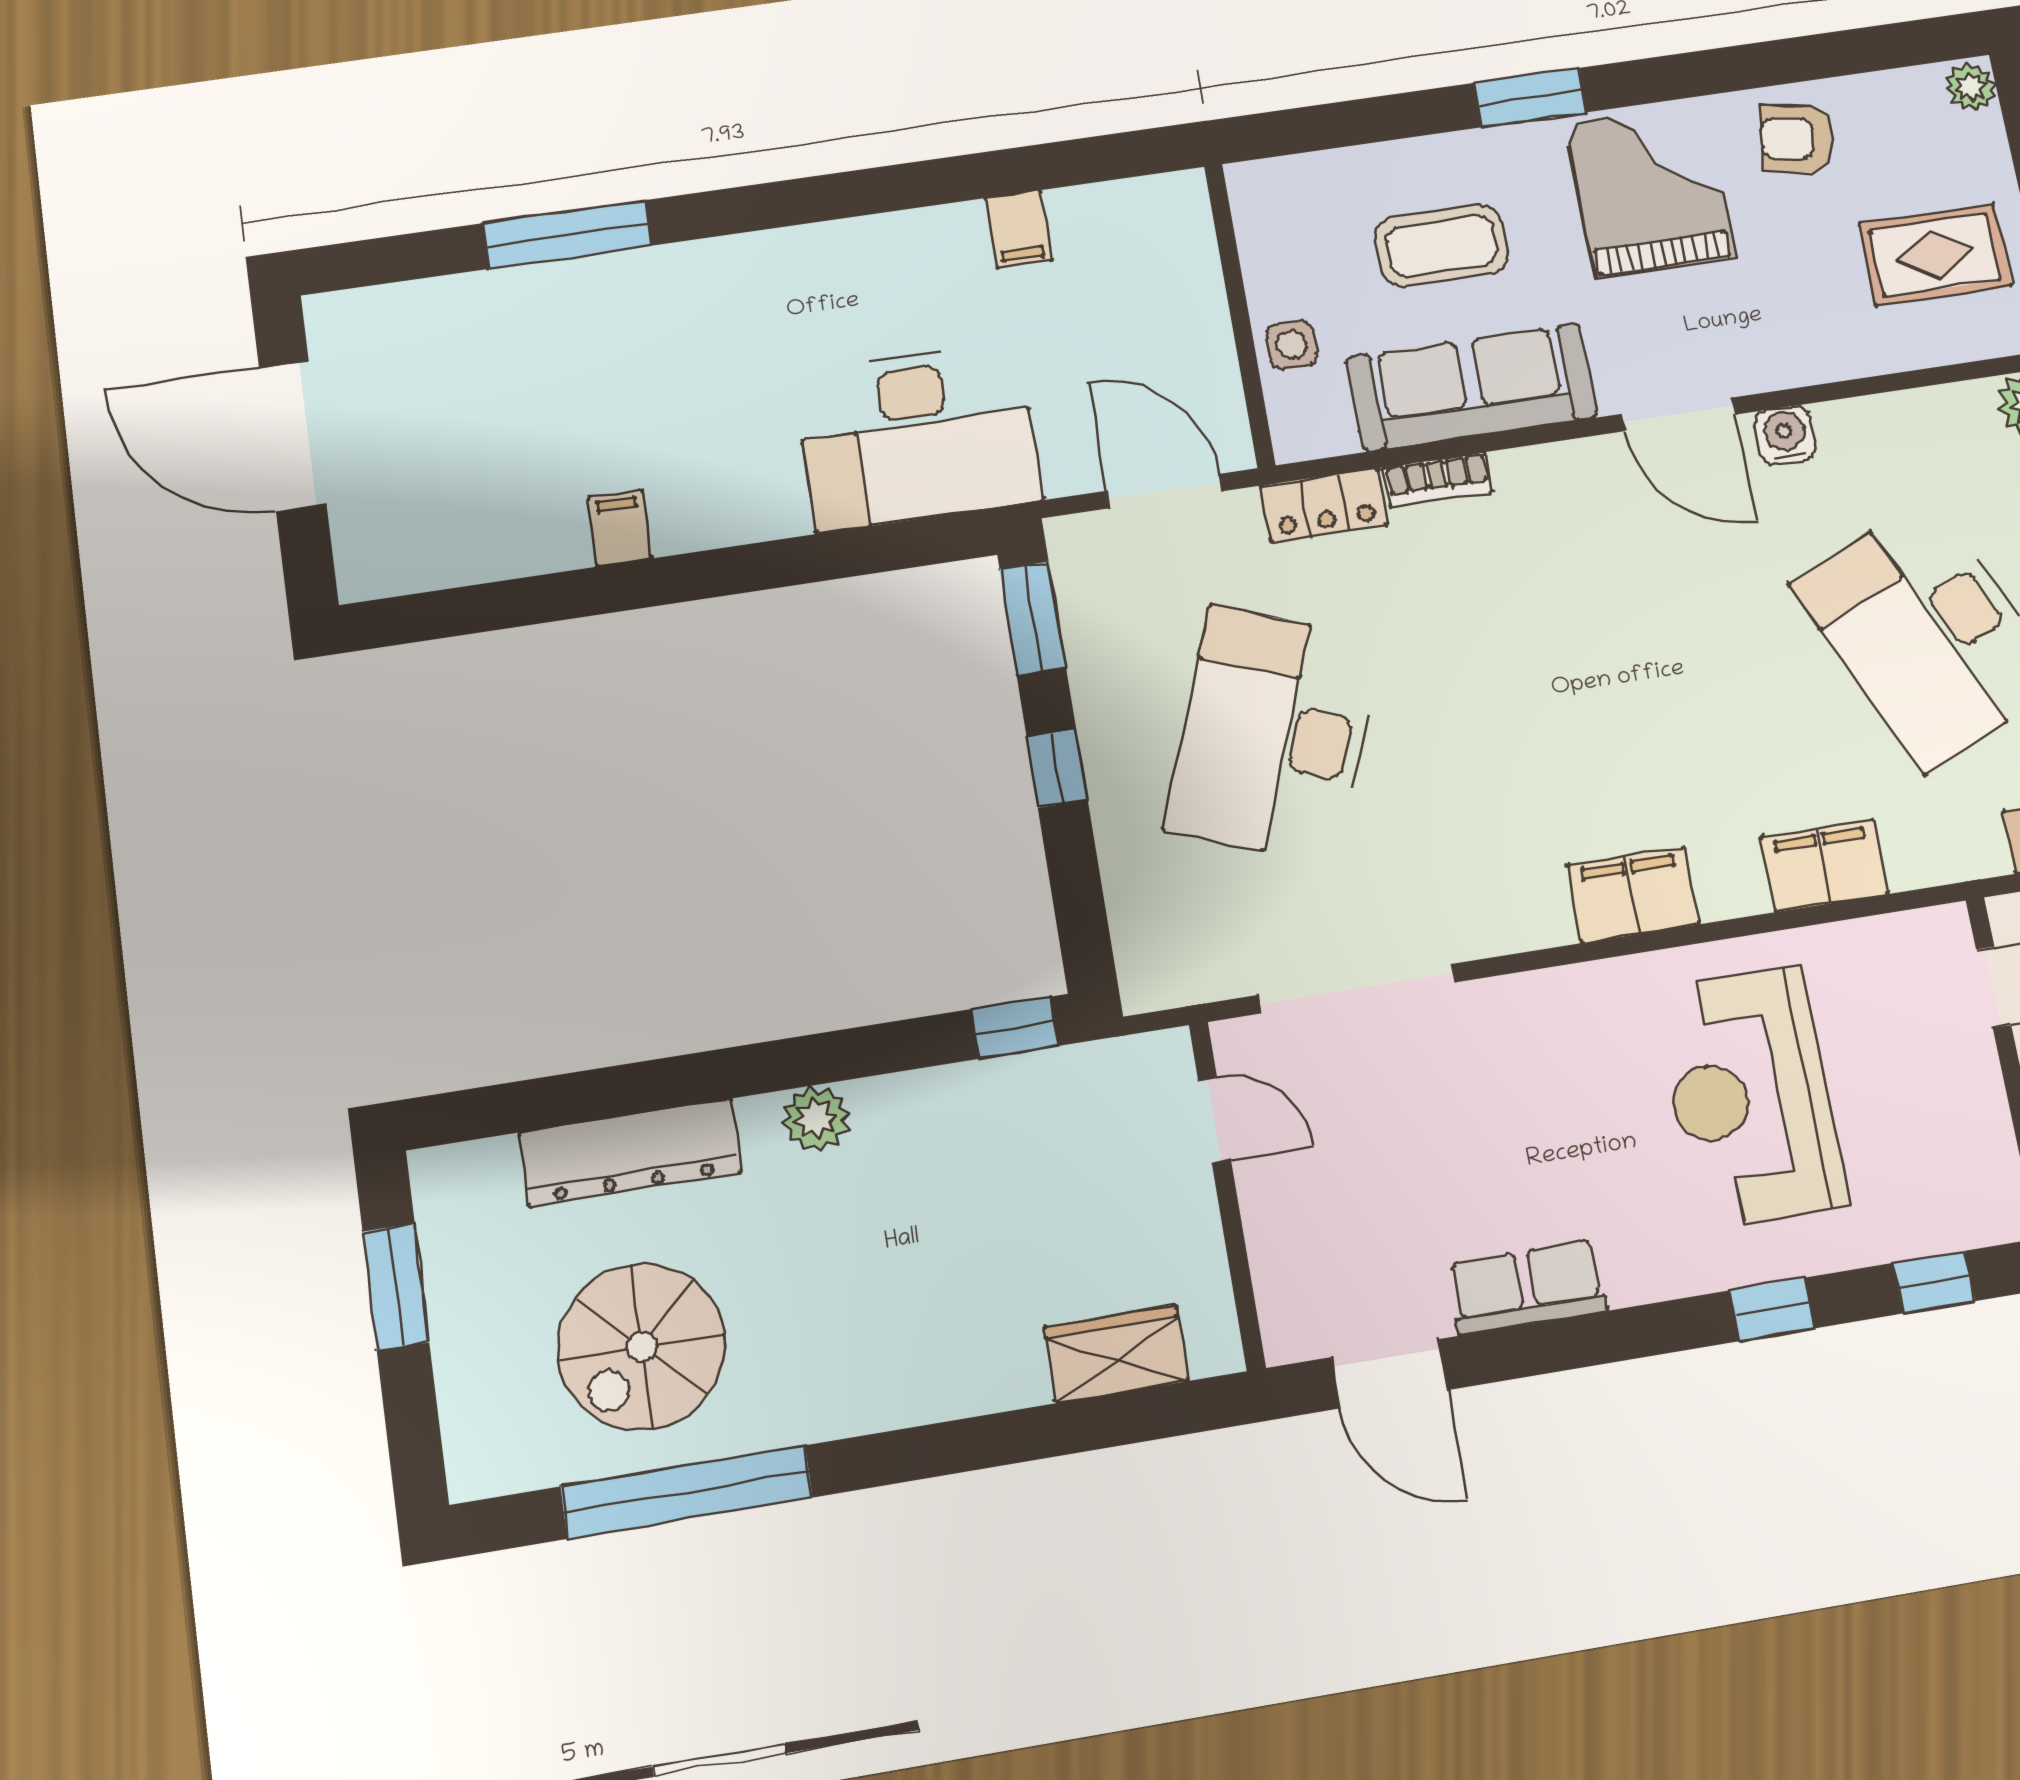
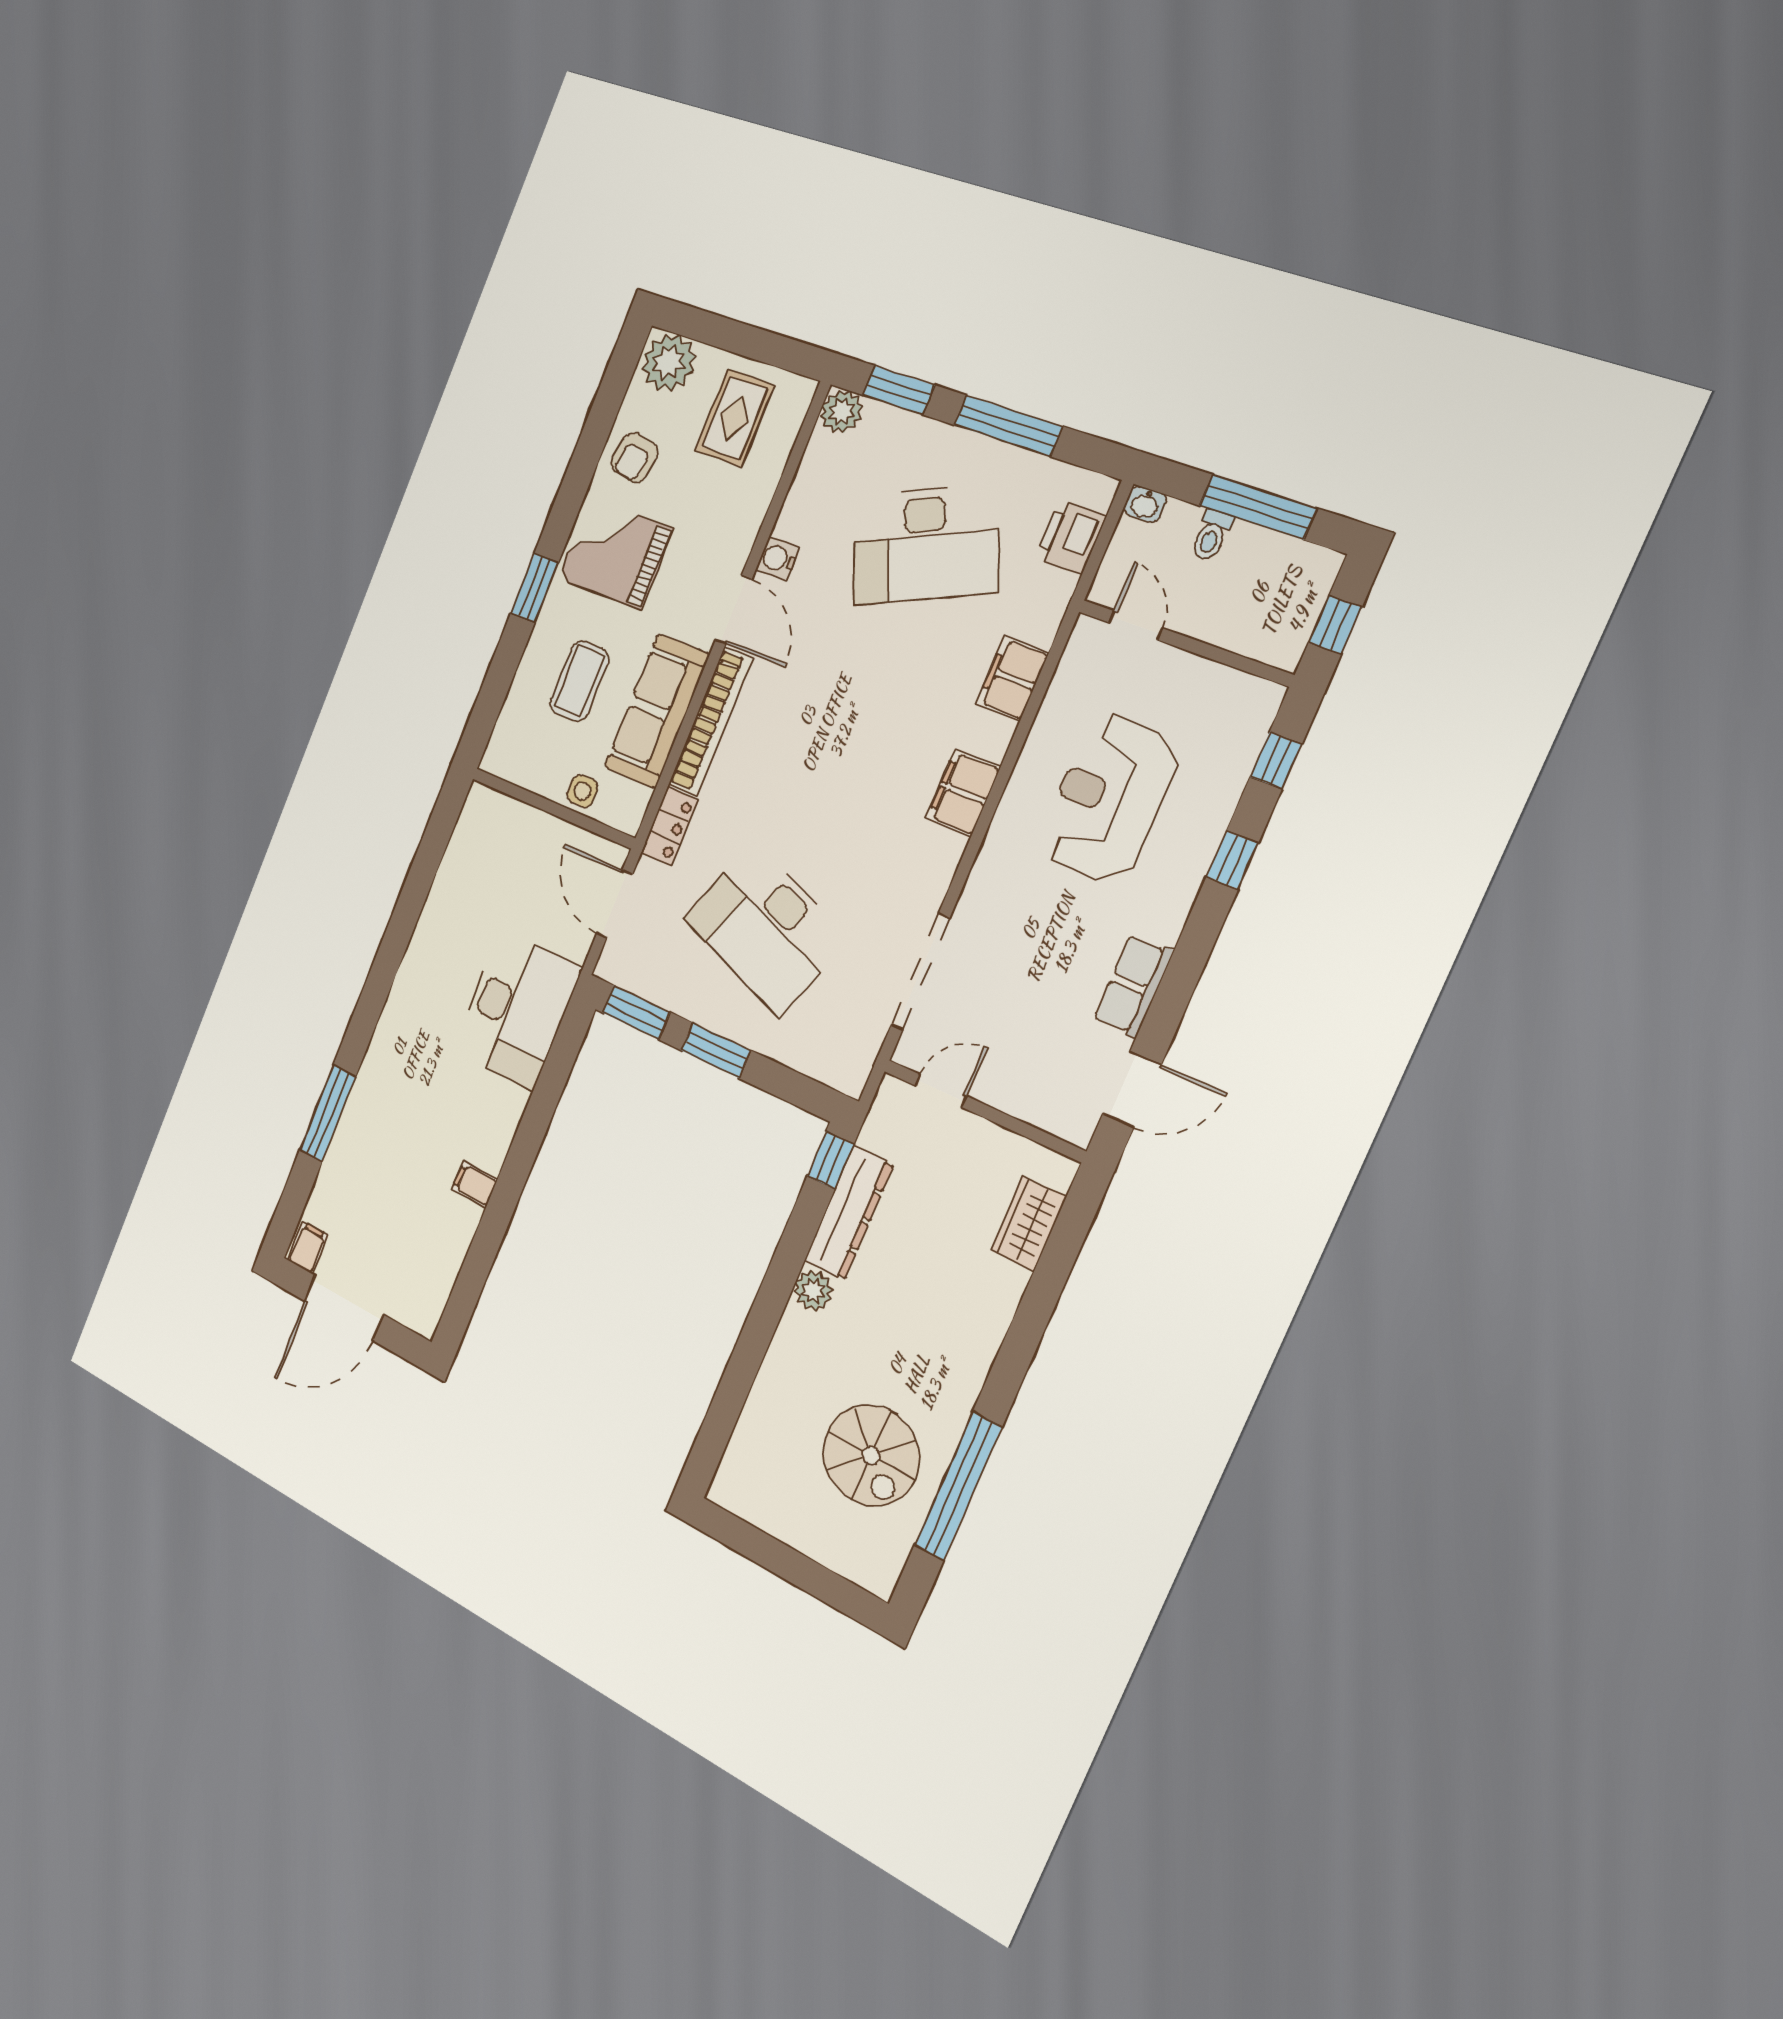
plant: (1971, 87) -> (669, 362), width x1.88, depth x1.88
filing cabinet: (1019, 229) -> (308, 1248), moved, turned -90
door: (1678, 414) -> (734, 610), hinge flipped
bookcase: (1438, 479) -> (710, 722), width x2.31, depth x1.31
door: (1164, 491) -> (614, 904), hinge flipped
window: (1057, 768) -> (716, 1050), width x1.50
reception desk: (1750, 1096) -> (1109, 798), turned 90
dresser: (630, 1153) -> (849, 1213), moved
window: (396, 1287) -> (766, 1551), removed

